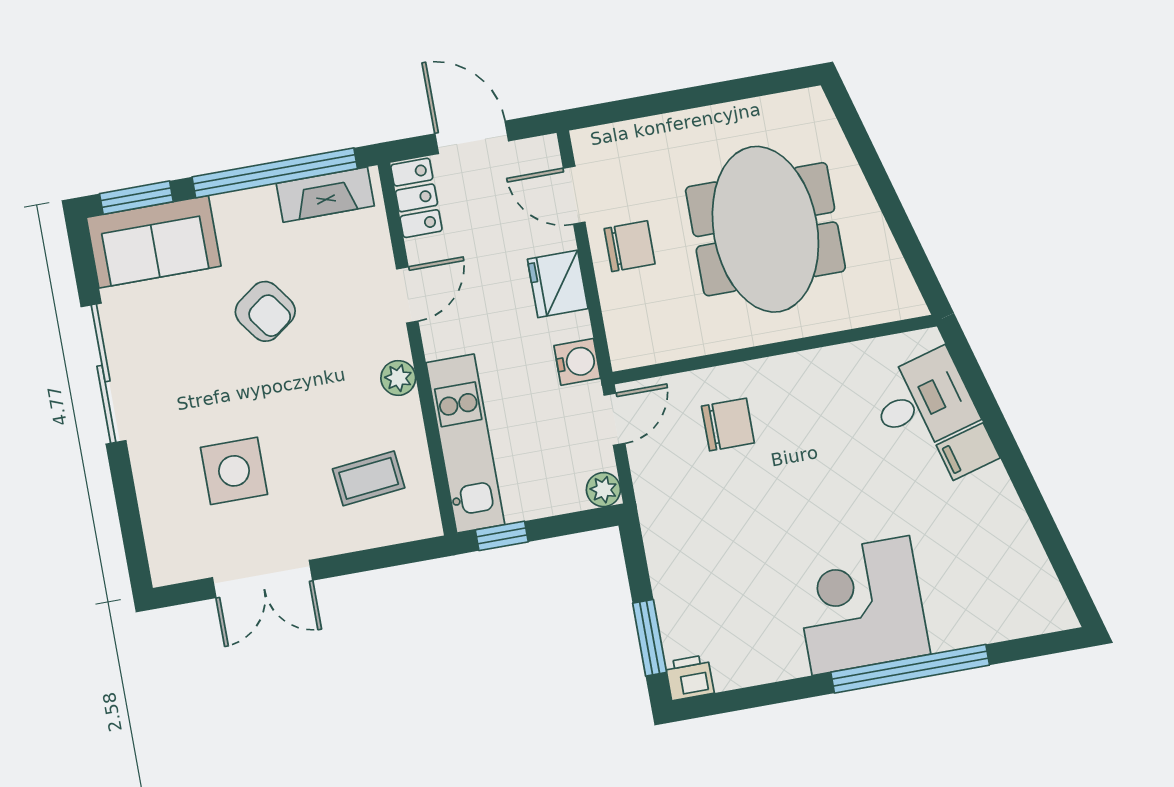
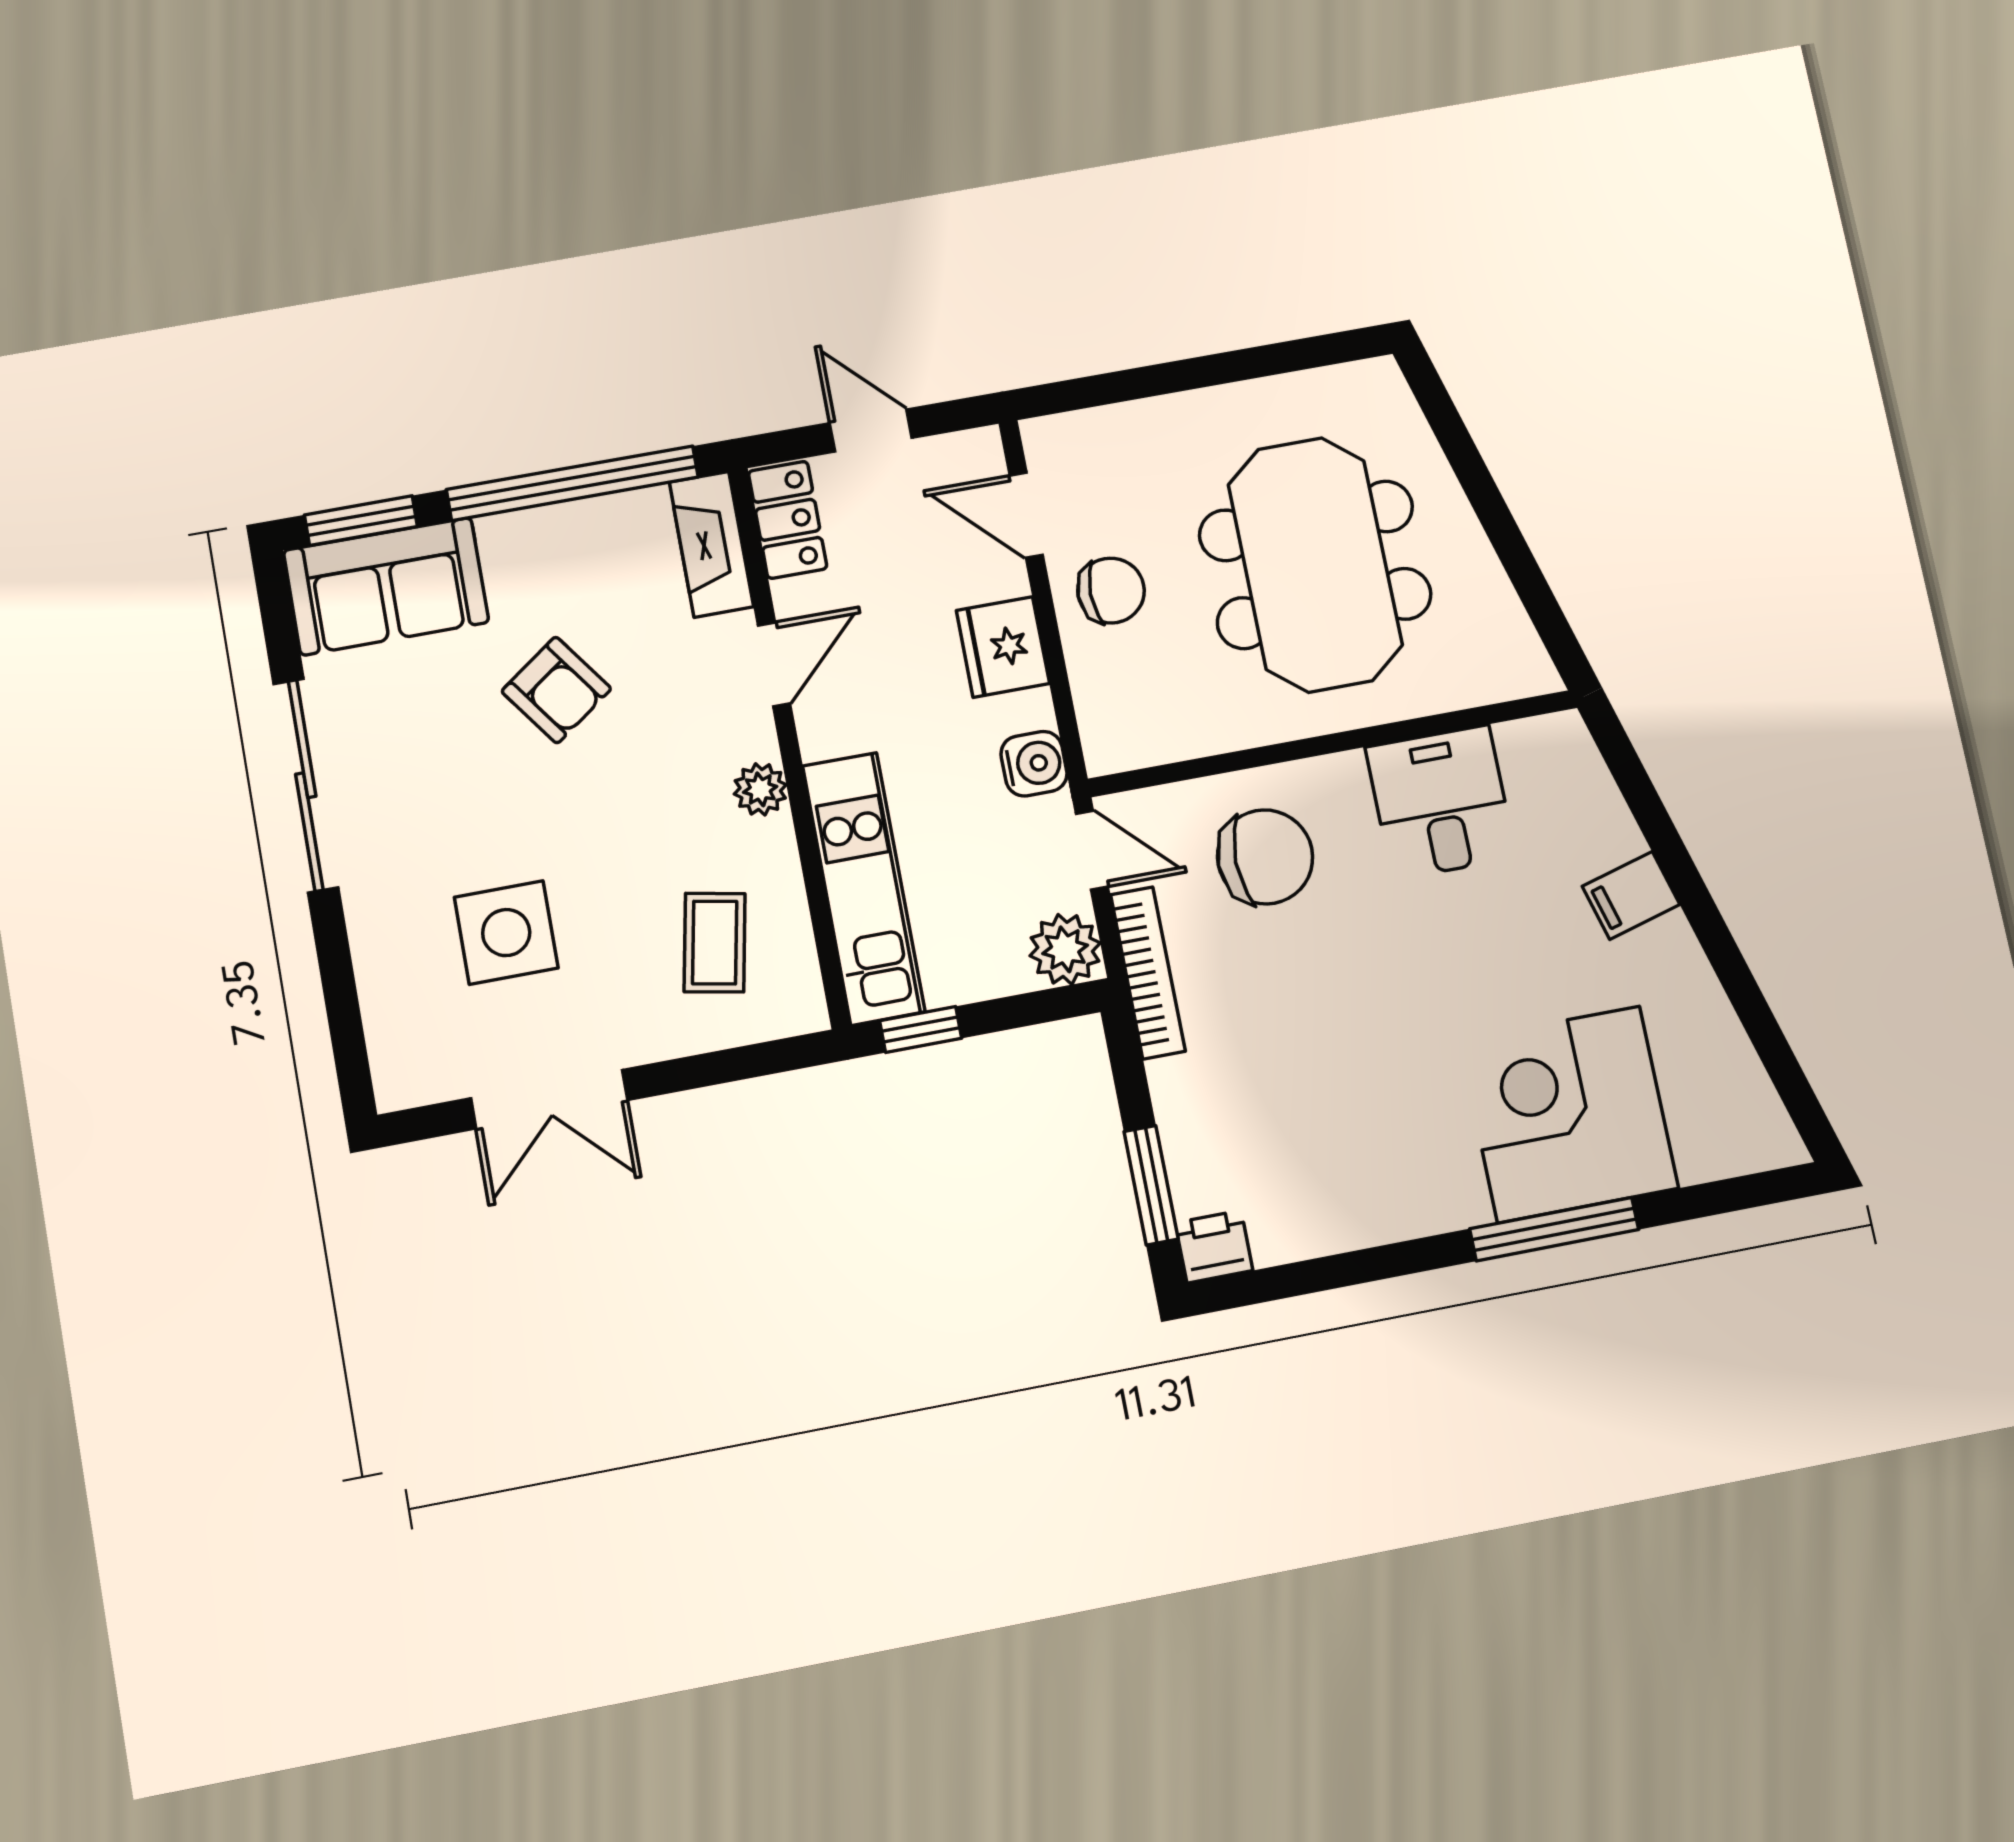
door: (472, 137) -> (871, 431), width x0.73
fireplace: (325, 195) -> (711, 544), moved, turned 90
desk: (923, 401) -> (1441, 802), moved, turned -74
door: (615, 419) -> (1092, 850), hinge flipped
chair: (728, 425) -> (1265, 857), width x1.37, depth x1.37
coffee table: (369, 478) -> (715, 943), turned -73
plant: (603, 490) -> (1065, 949), width x1.38, depth x1.38
bookcase: (650, 500) -> (1148, 973), added
corner desk: (861, 606) -> (1569, 1114), moved
window: (910, 669) -> (1554, 1229), width x0.68

